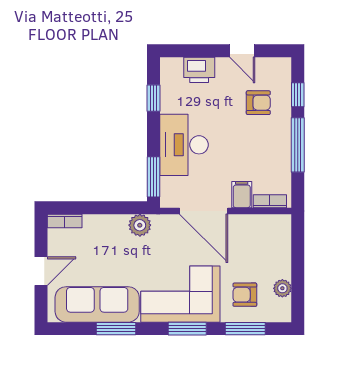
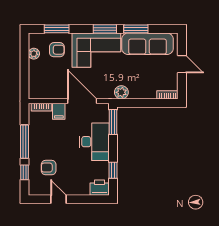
printer: (199, 70) -> (100, 188), moved
door: (41, 271) -> (182, 64), swing flipped
window: (187, 329) -> (105, 29), moved

